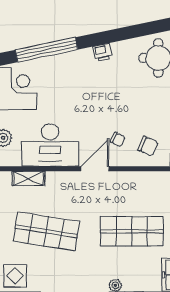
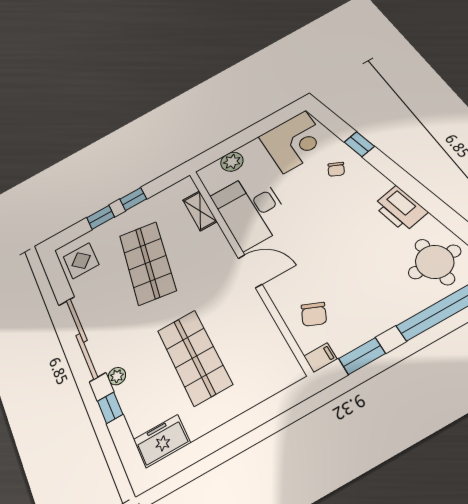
window: (46, 50) -> (359, 144), width x0.32
printer: (102, 52) -> (400, 209), width x1.87, depth x1.48
chair: (118, 139) -> (336, 169), moved

